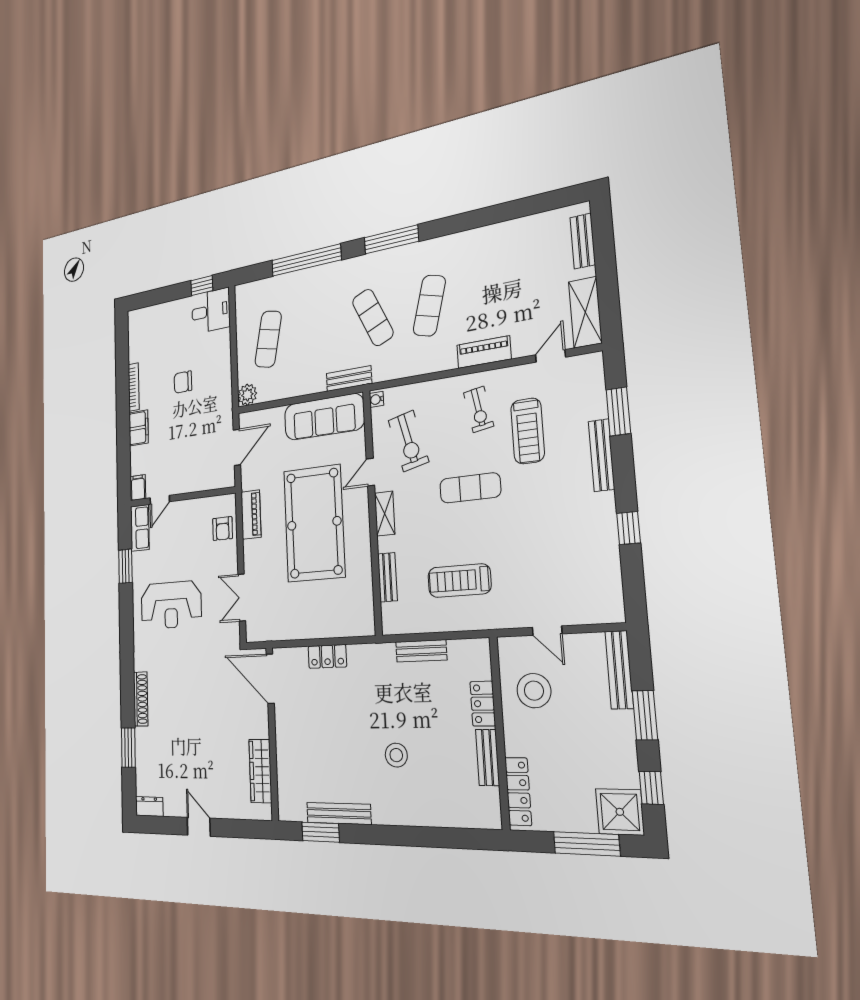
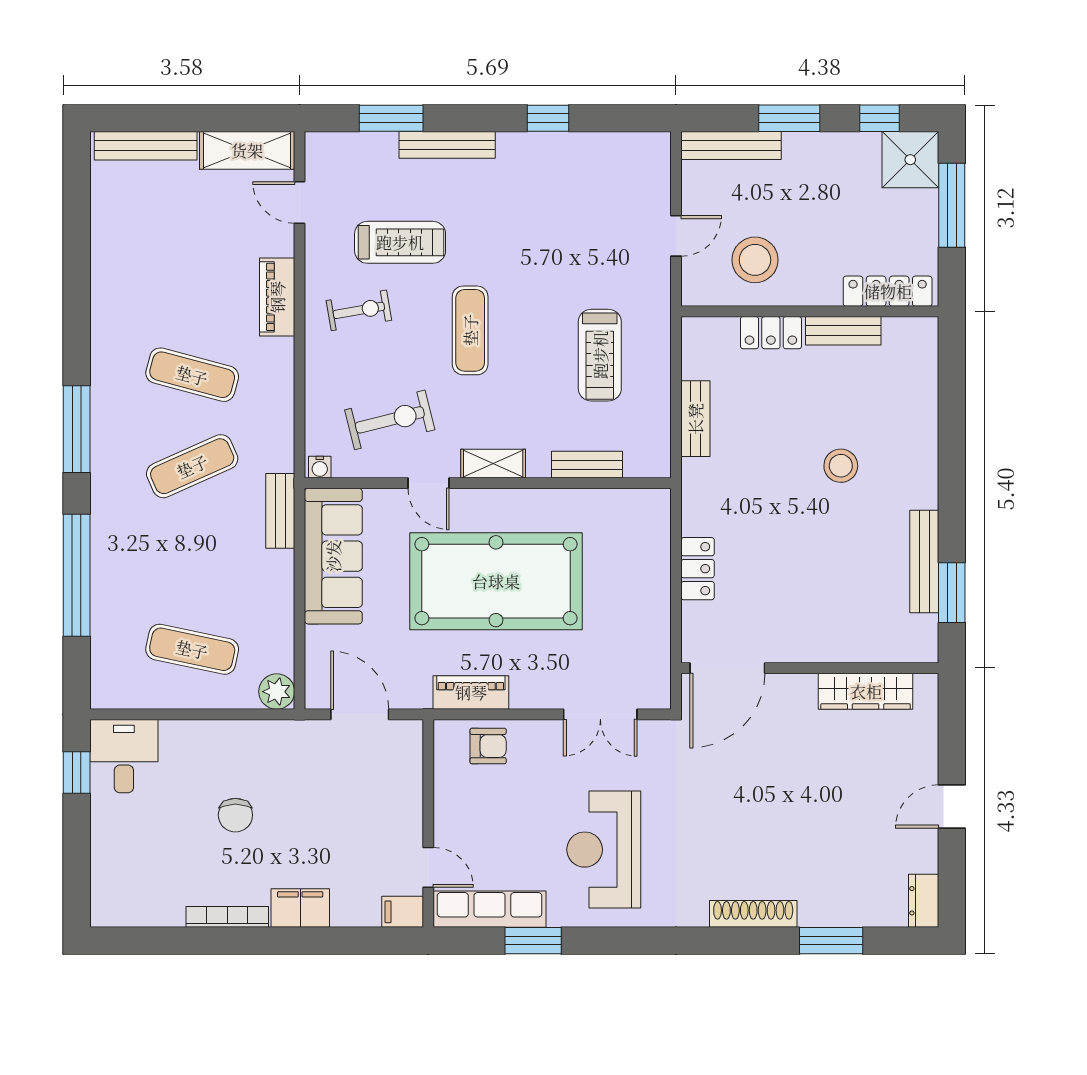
bench: (583, 241) -> (146, 146), width x1.36
row of seats: (140, 528) -> (490, 909), width x1.48
reception desk: (171, 605) -> (604, 850), turned 180

